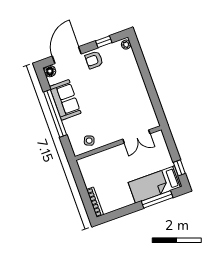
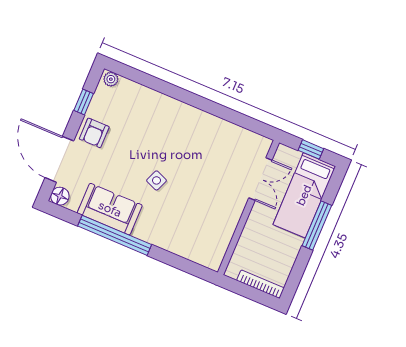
double door: (136, 136) -> (260, 179), moved
side table: (89, 141) -> (156, 180), moved
wall: (118, 143) -> (248, 207), moved
window: (157, 199) -> (317, 226), moved

